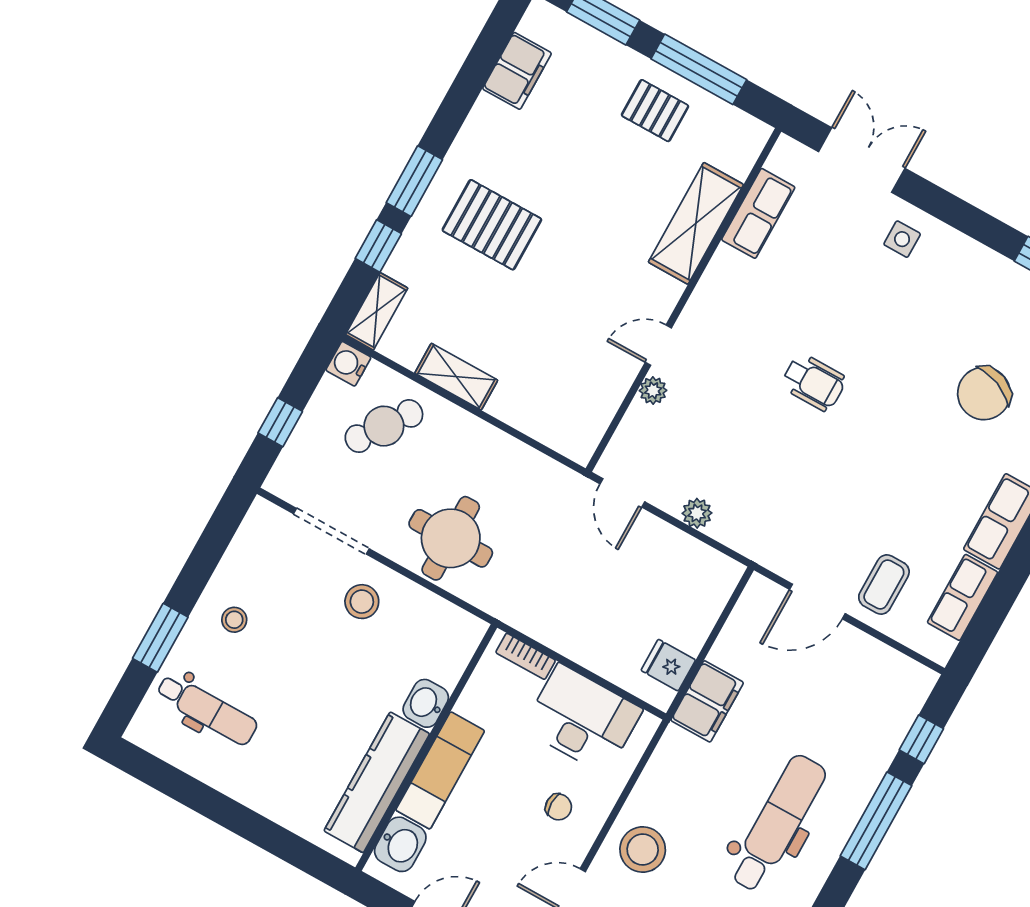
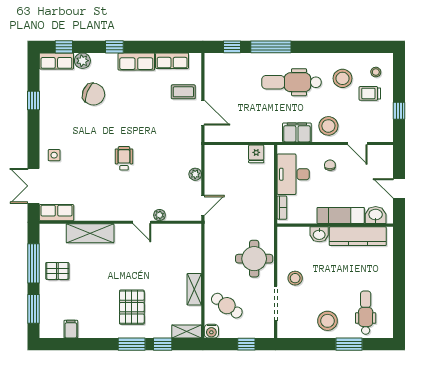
filing cabinet: (517, 71) -> (71, 329), width x0.50
pallet: (655, 111) -> (57, 271), turned 90
row of seats: (758, 213) -> (57, 213), moved
stool: (234, 620) -> (328, 321), width x1.89, depth x1.89
filing cabinet: (707, 701) -> (297, 132), moved

